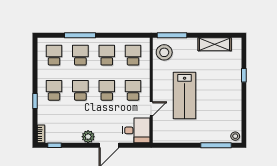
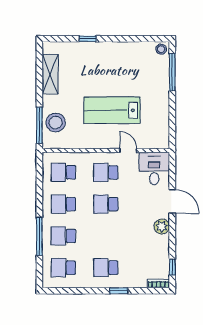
stool: (164, 52) -> (56, 123), moved
school desk: (80, 90) -> (106, 236), removed
lab bench: (185, 95) -> (112, 110), turned 180

